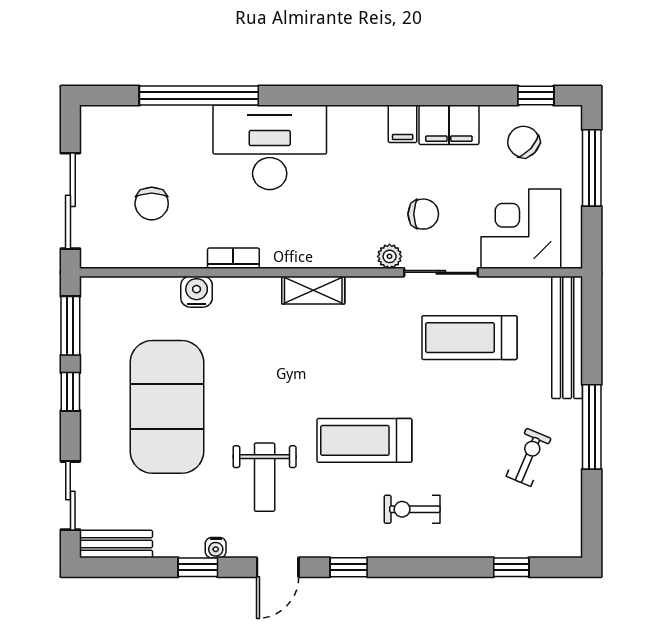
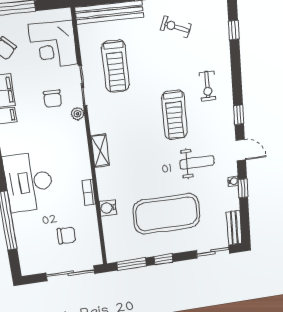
chair: (423, 214) -> (53, 99), turned 180

